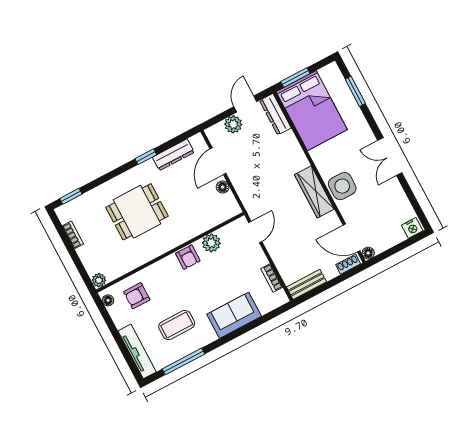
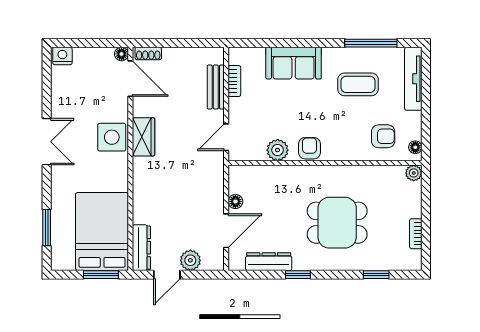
wardrobe: (314, 192) -> (144, 137), width x0.67
window: (71, 196) -> (376, 275), moved
bench: (306, 284) -> (216, 87), moved, turned 90

